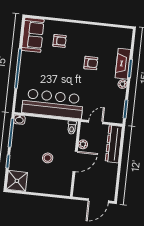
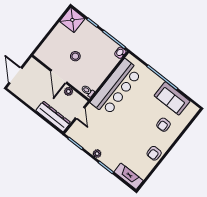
sofa: (33, 35) -> (172, 98), moved
armchair: (91, 63) -> (154, 153), moved
fireplace: (123, 64) -> (129, 176), moved

